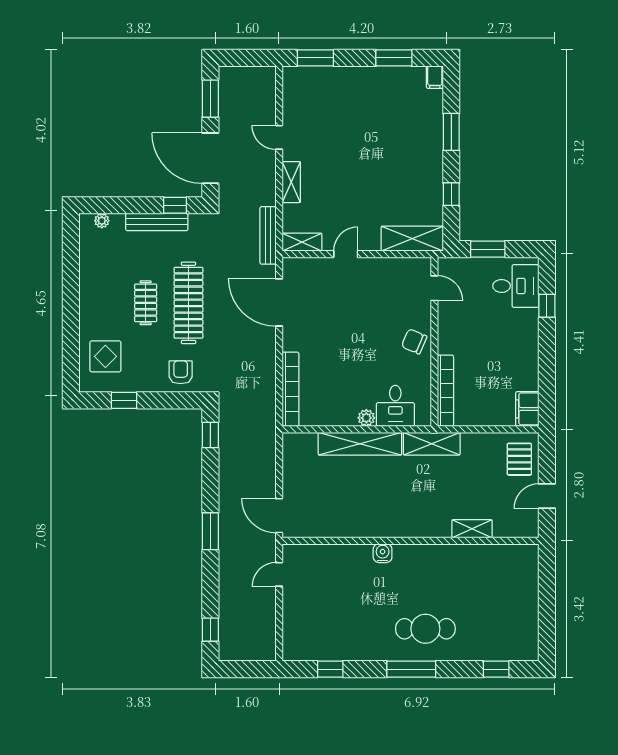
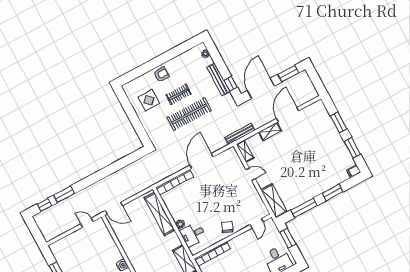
window: (315, 58) -> (339, 122), moved
door: (279, 137) -> (288, 115), width x1.87
window: (451, 194) -> (304, 208), width x2.17
door: (279, 302) -> (201, 161), moved
display table: (105, 356) -> (149, 100), moved
armchair: (181, 372) -> (161, 74), moved
window: (124, 400) -> (128, 109), removed
window: (210, 435) -> (134, 157), removed
shelving: (360, 444) -> (160, 214), moved
door: (279, 516) -> (114, 208), swing flipped
window: (210, 531) -> (64, 194), moved

